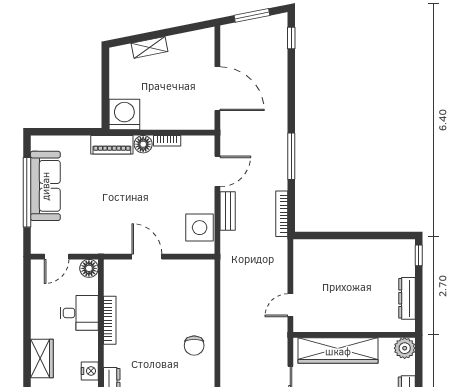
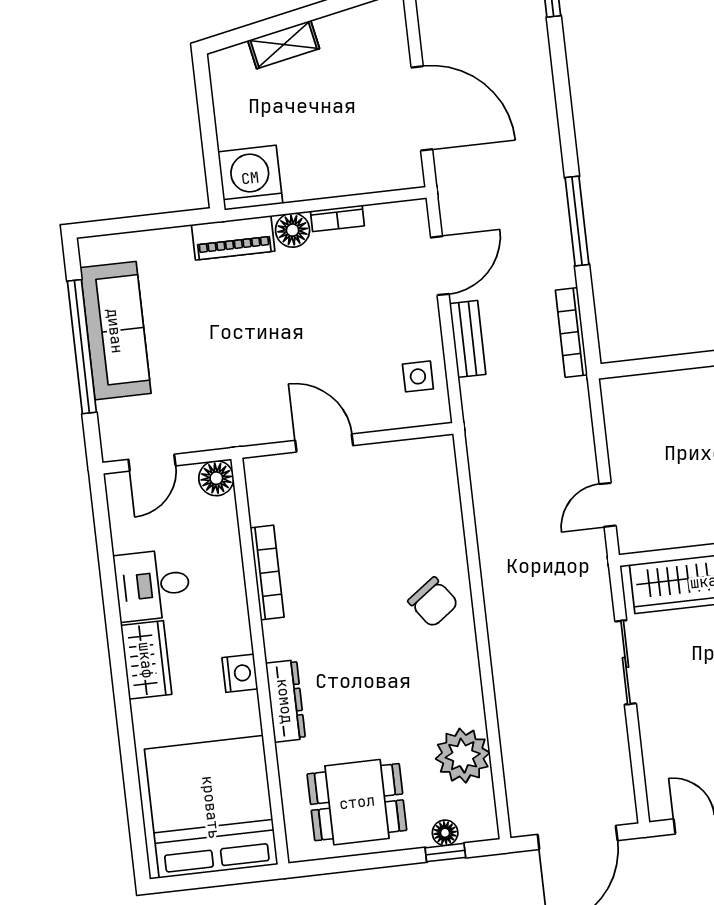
side table: (200, 228) -> (418, 376), width x0.54, depth x0.54
desk: (79, 313) -> (152, 585), moved, turned 180
chair: (194, 346) -> (433, 602), turned -36

